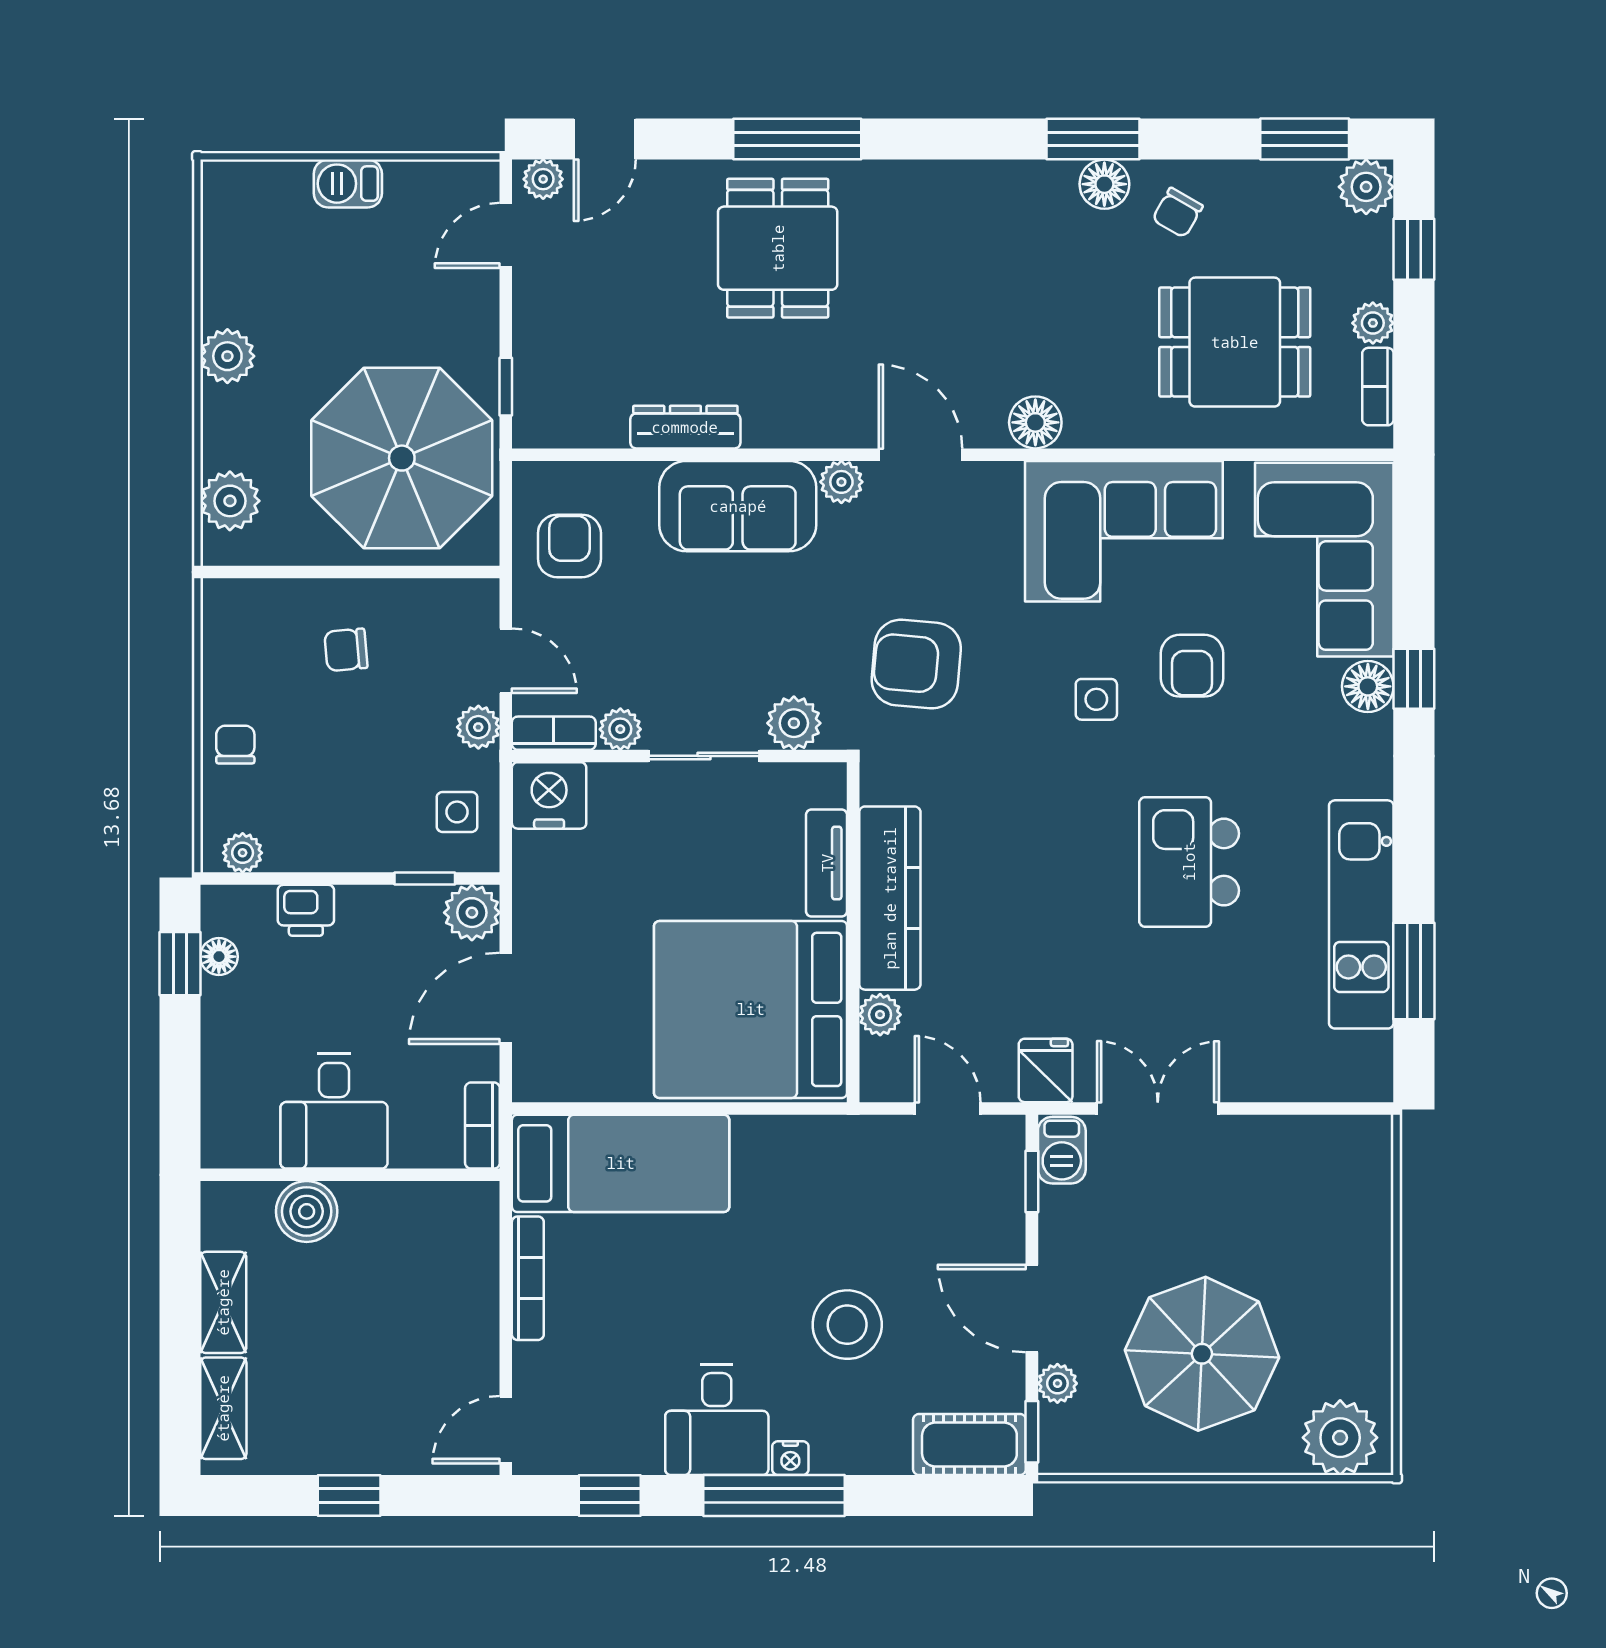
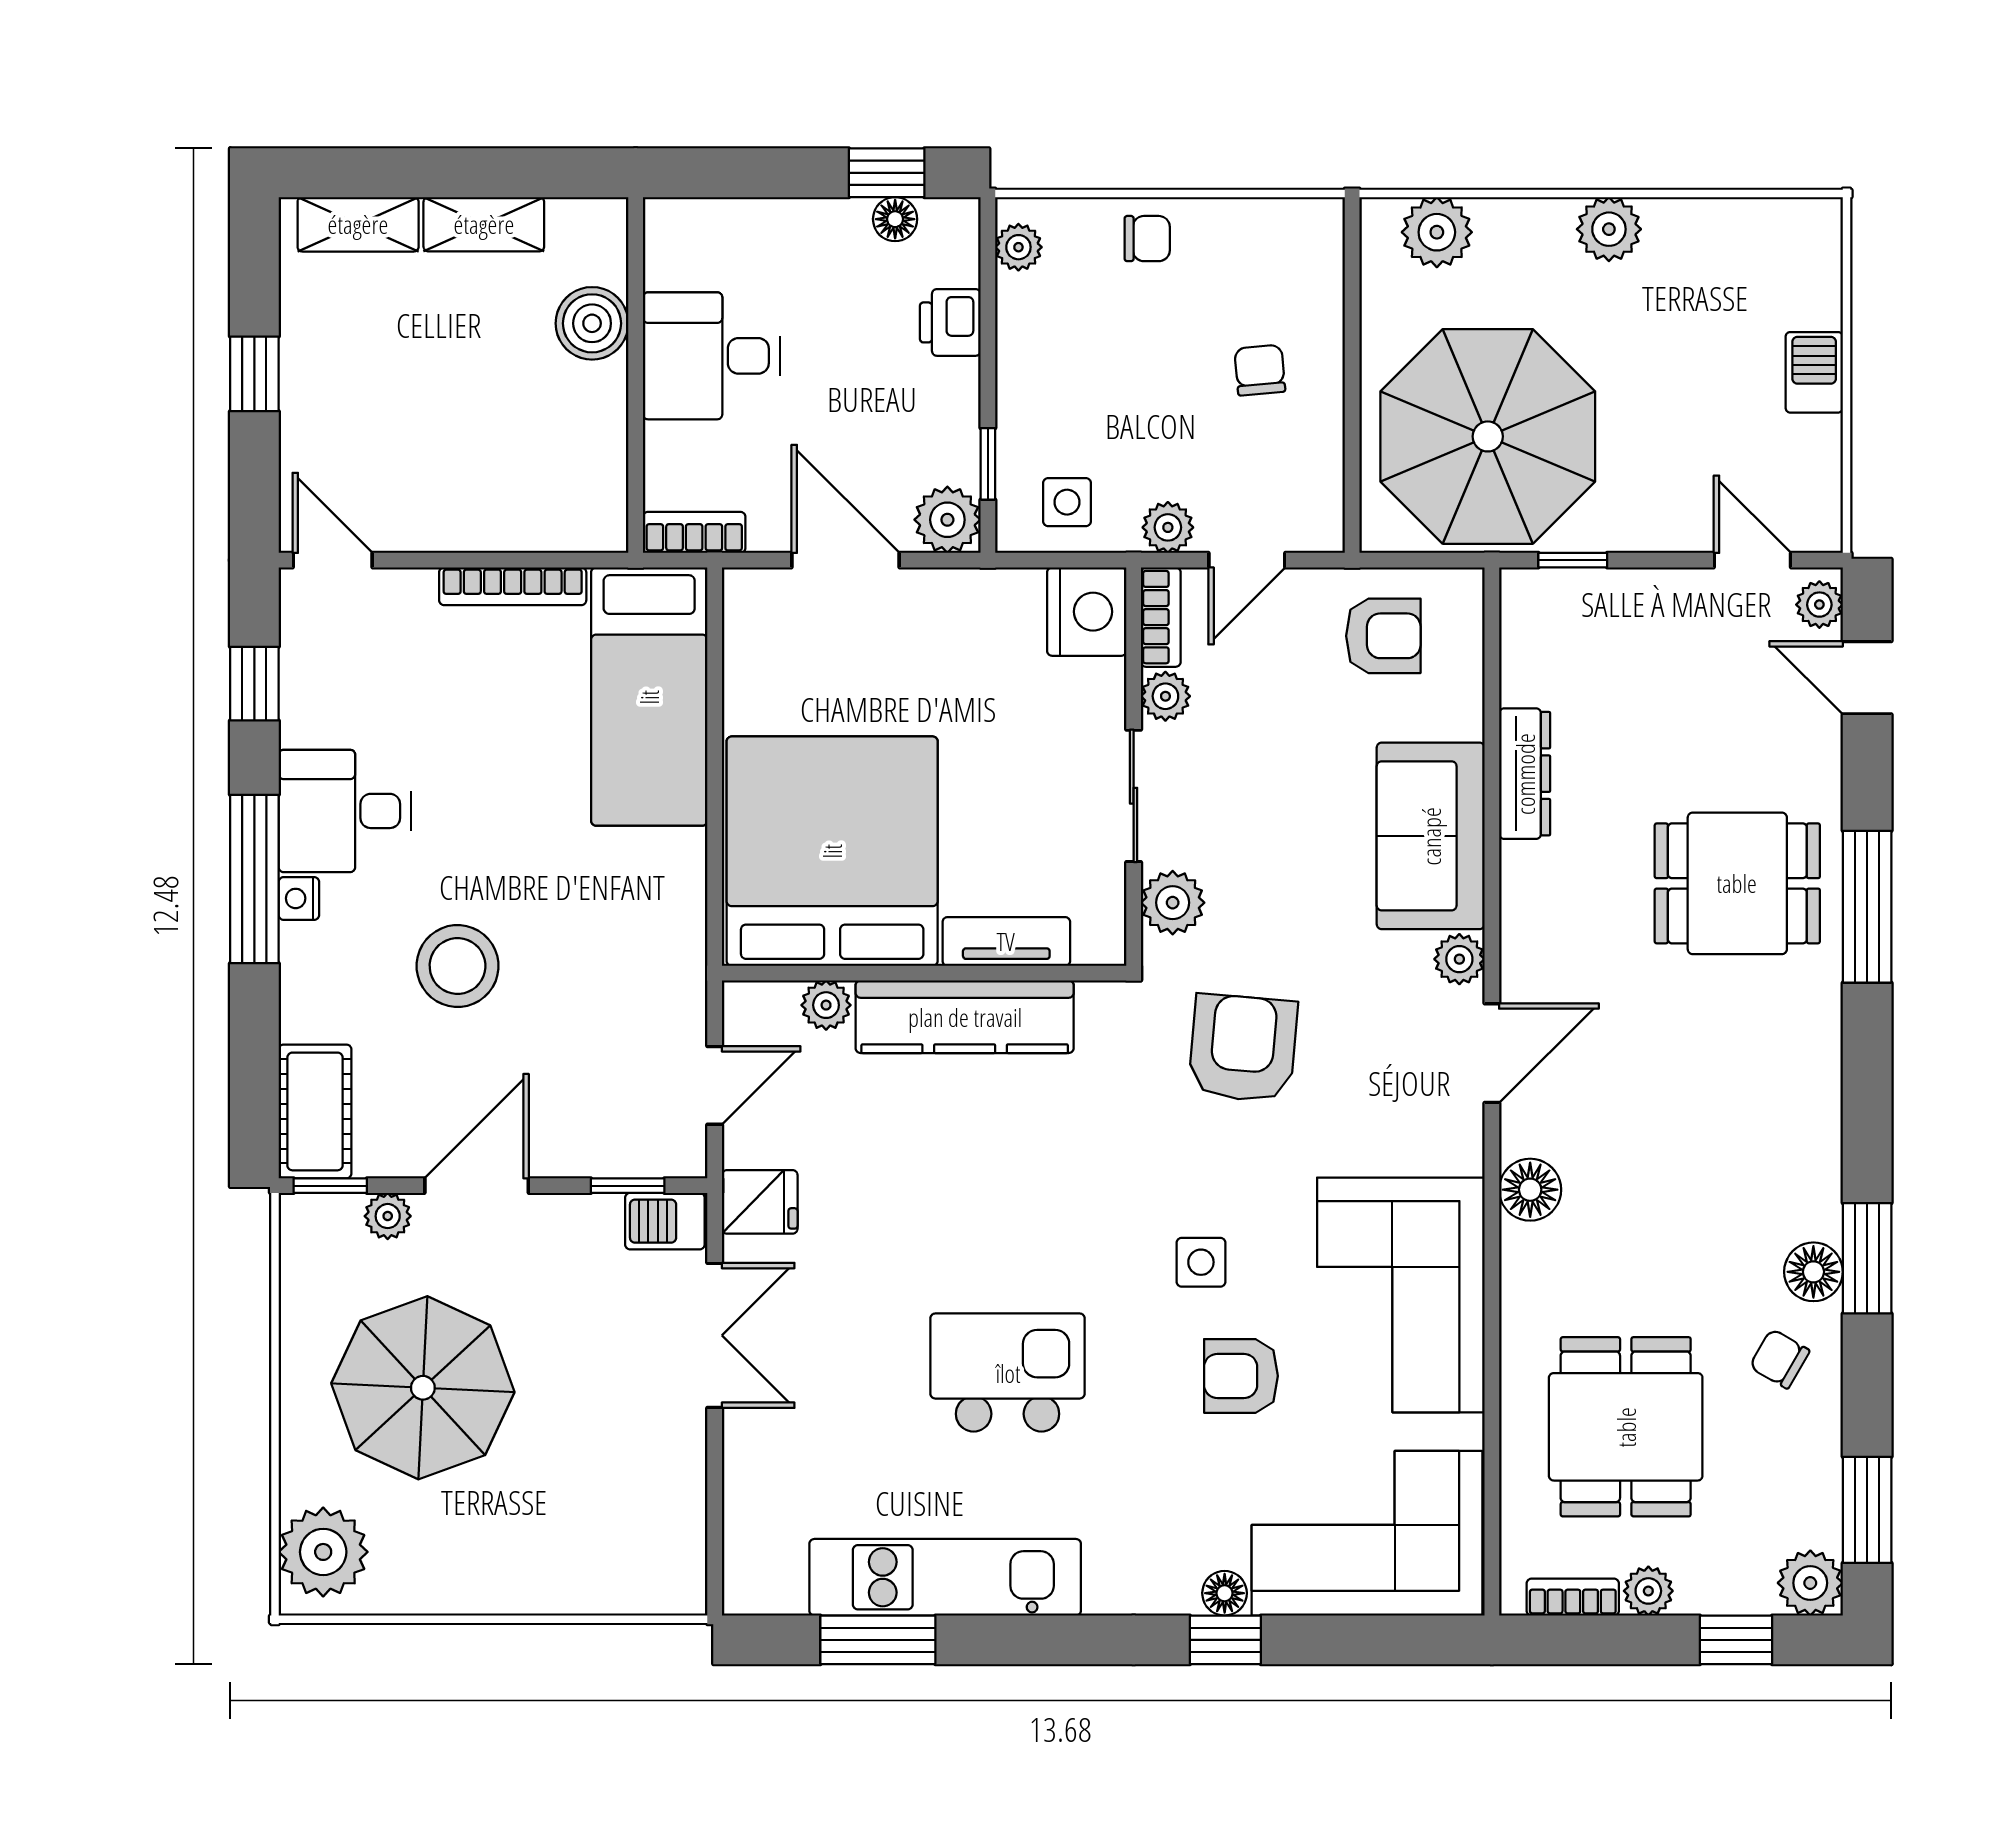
floor lamp: (1368, 686) -> (1225, 1593), width x0.73, depth x0.73

